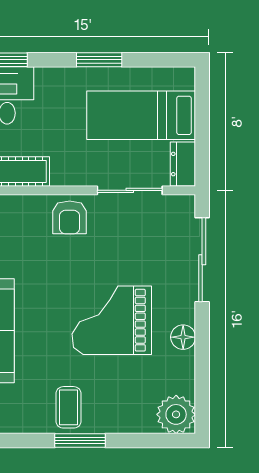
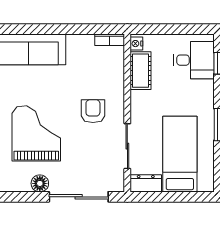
armchair: (70, 217) -> (93, 111), moved, turned 90
floor lamp: (183, 337) -> (40, 183), moved

